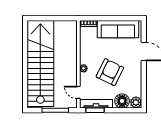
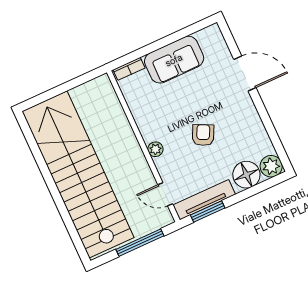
sofa: (118, 29) -> (174, 60), width x0.73
armchair: (110, 72) -> (203, 135), width x0.53, depth x0.53

